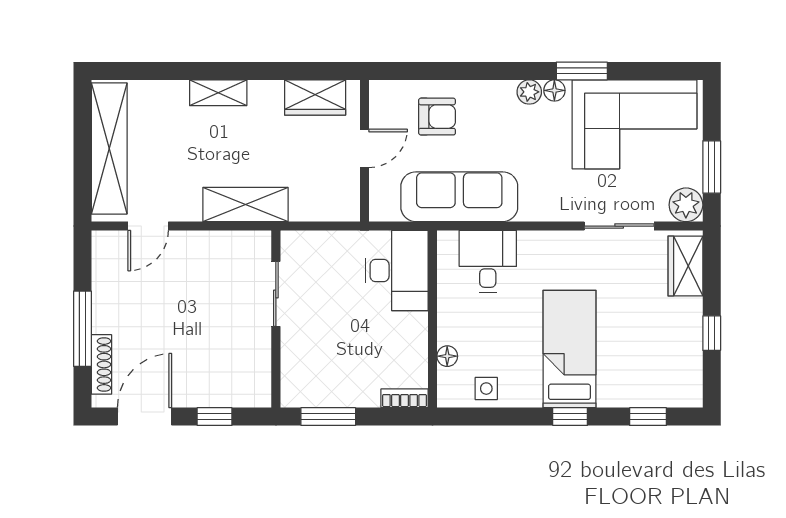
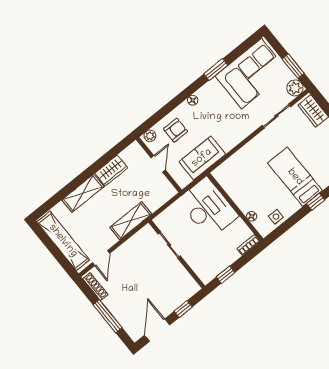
floor lamp: (554, 90) -> (193, 100), moved
plant: (529, 92) -> (150, 136), moved
shelving: (218, 93) -> (83, 193), width x1.50, depth x1.33
wardrobe: (315, 97) -> (111, 171), moved
sofa: (459, 197) -> (202, 158), width x0.73
desk: (488, 261) -> (238, 169), removed
desk: (397, 271) -> (208, 208), width x1.36, depth x1.30
shoe rack: (101, 364) -> (95, 287), moved
window: (328, 417) -> (226, 275), width x0.67

